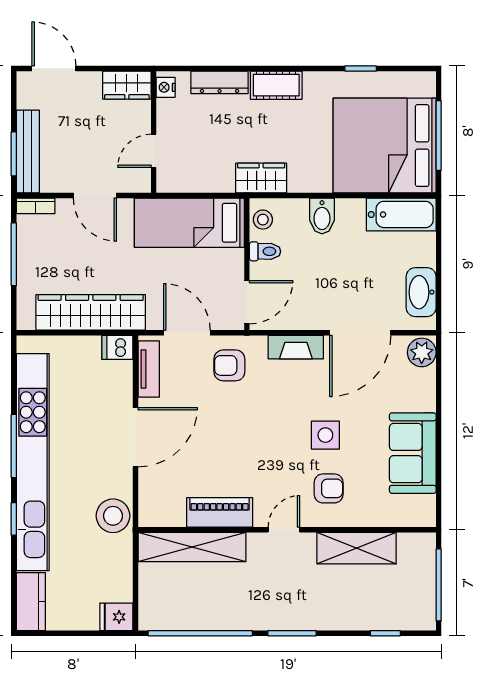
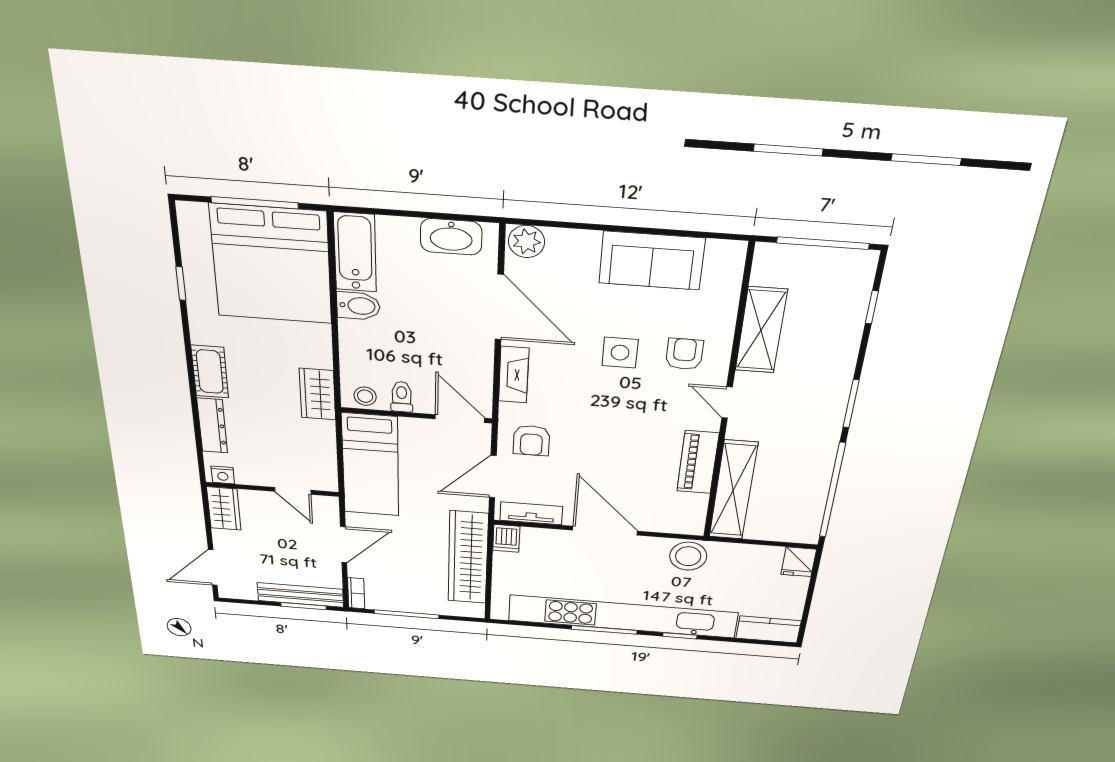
bidet: (322, 216) -> (358, 306), moved

